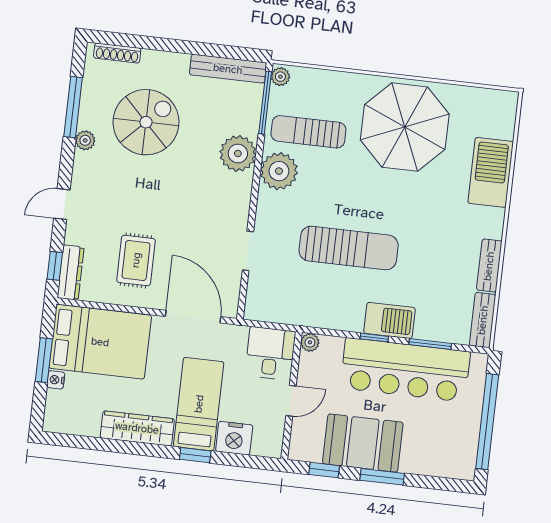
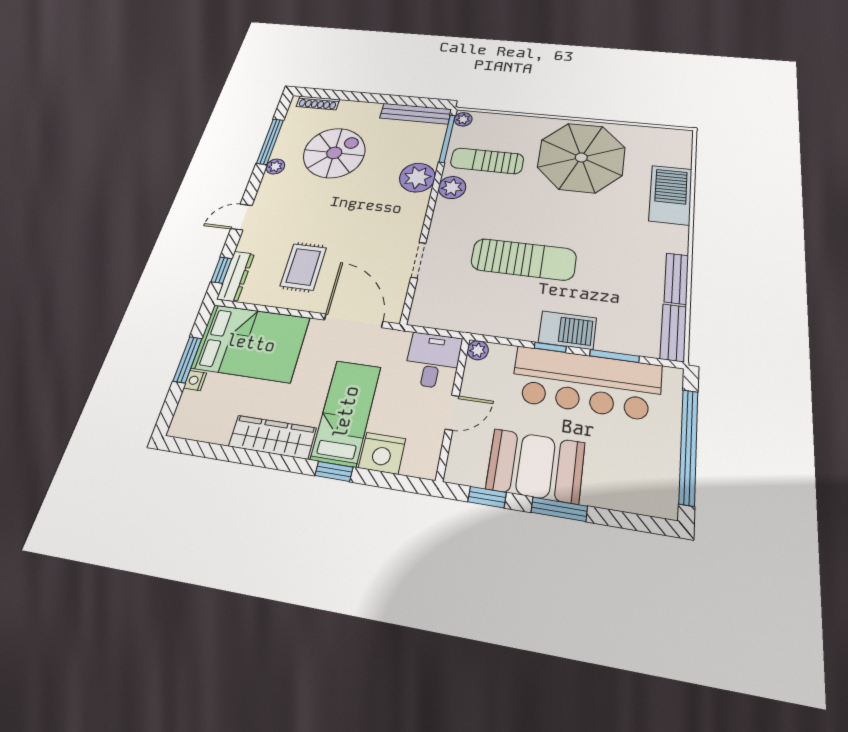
plant: (279, 171) -> (452, 187), width x0.73, depth x0.73

